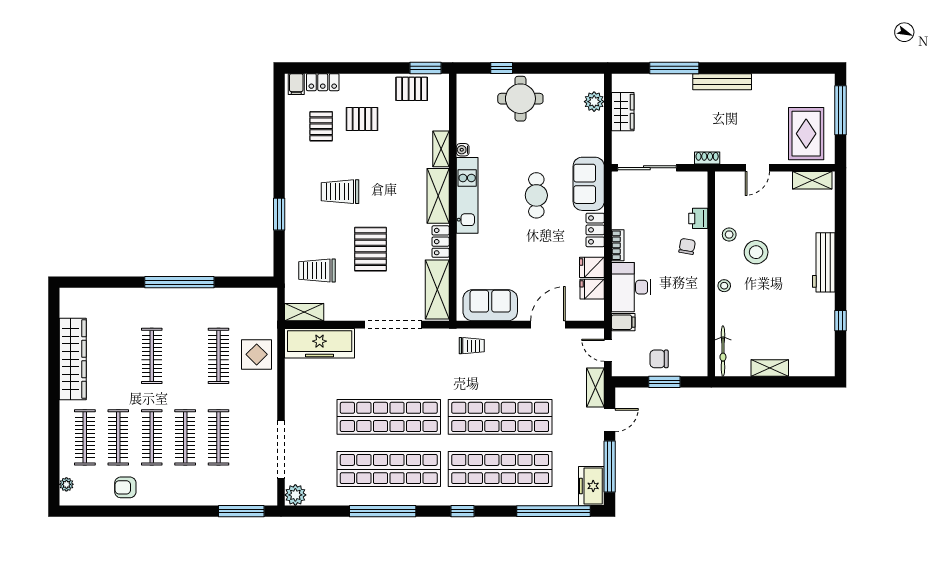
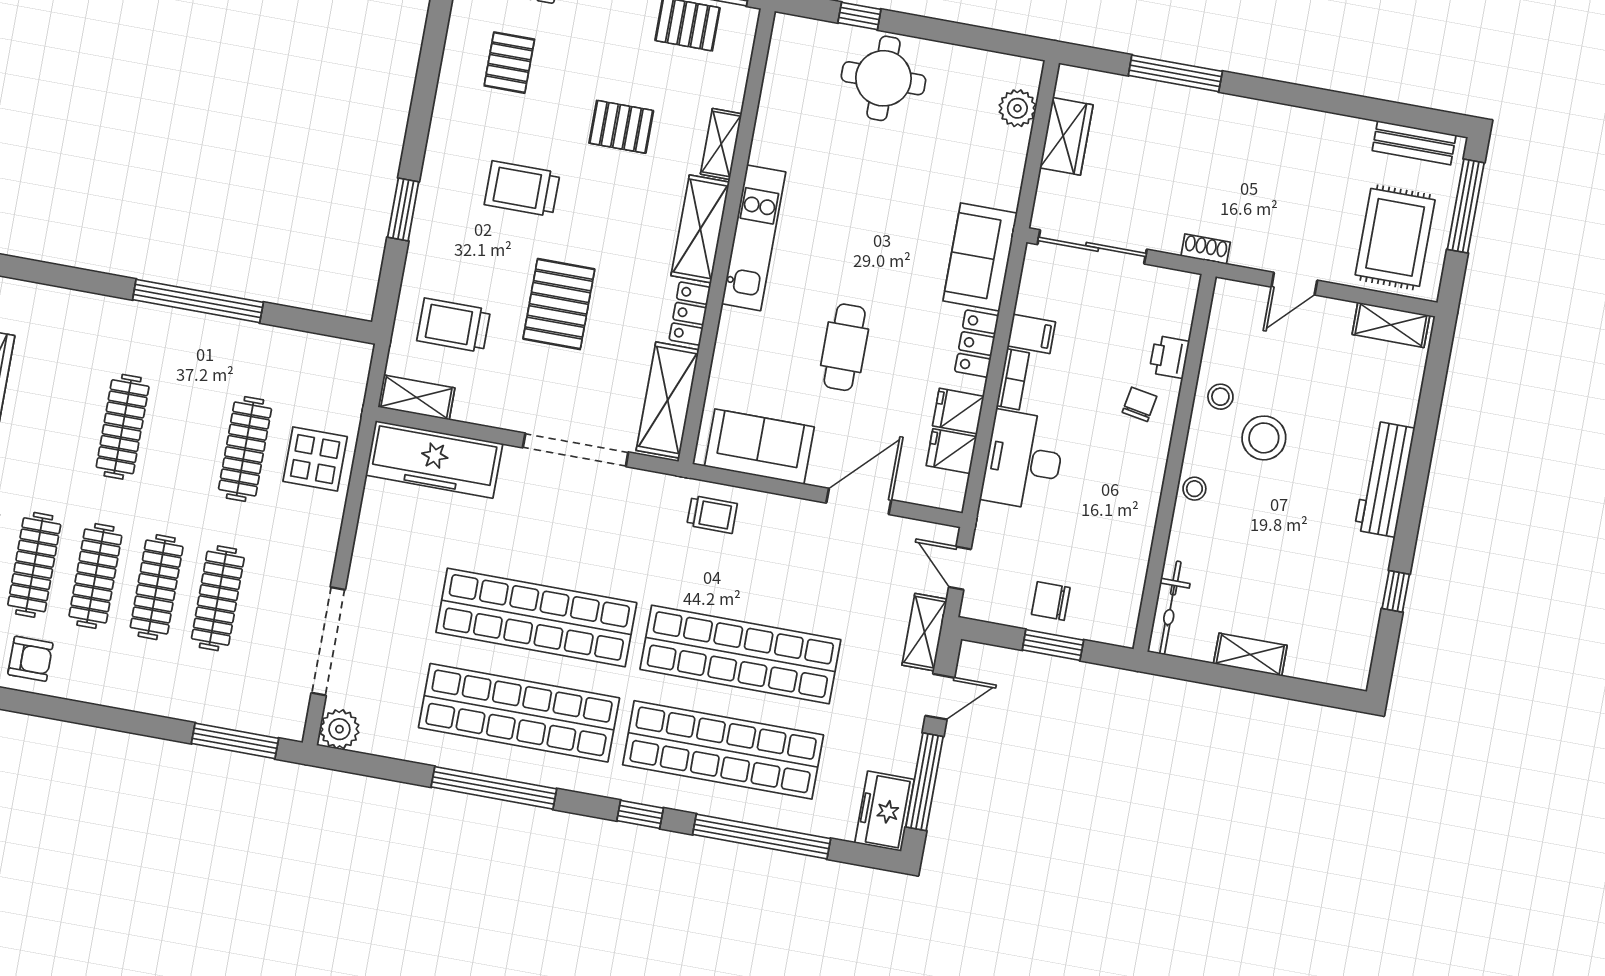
bench: (722, 82) -> (1414, 143), moved, width x0.73
pallet: (362, 119) -> (621, 127), moved
water cooler: (463, 150) -> (761, 153), removed
cafe table: (536, 195) -> (845, 347), moved
filing cabinet: (623, 322) -> (1031, 334), moved
armchair: (125, 487) -> (30, 659), turned 180
window: (554, 511) -> (762, 837), moved

